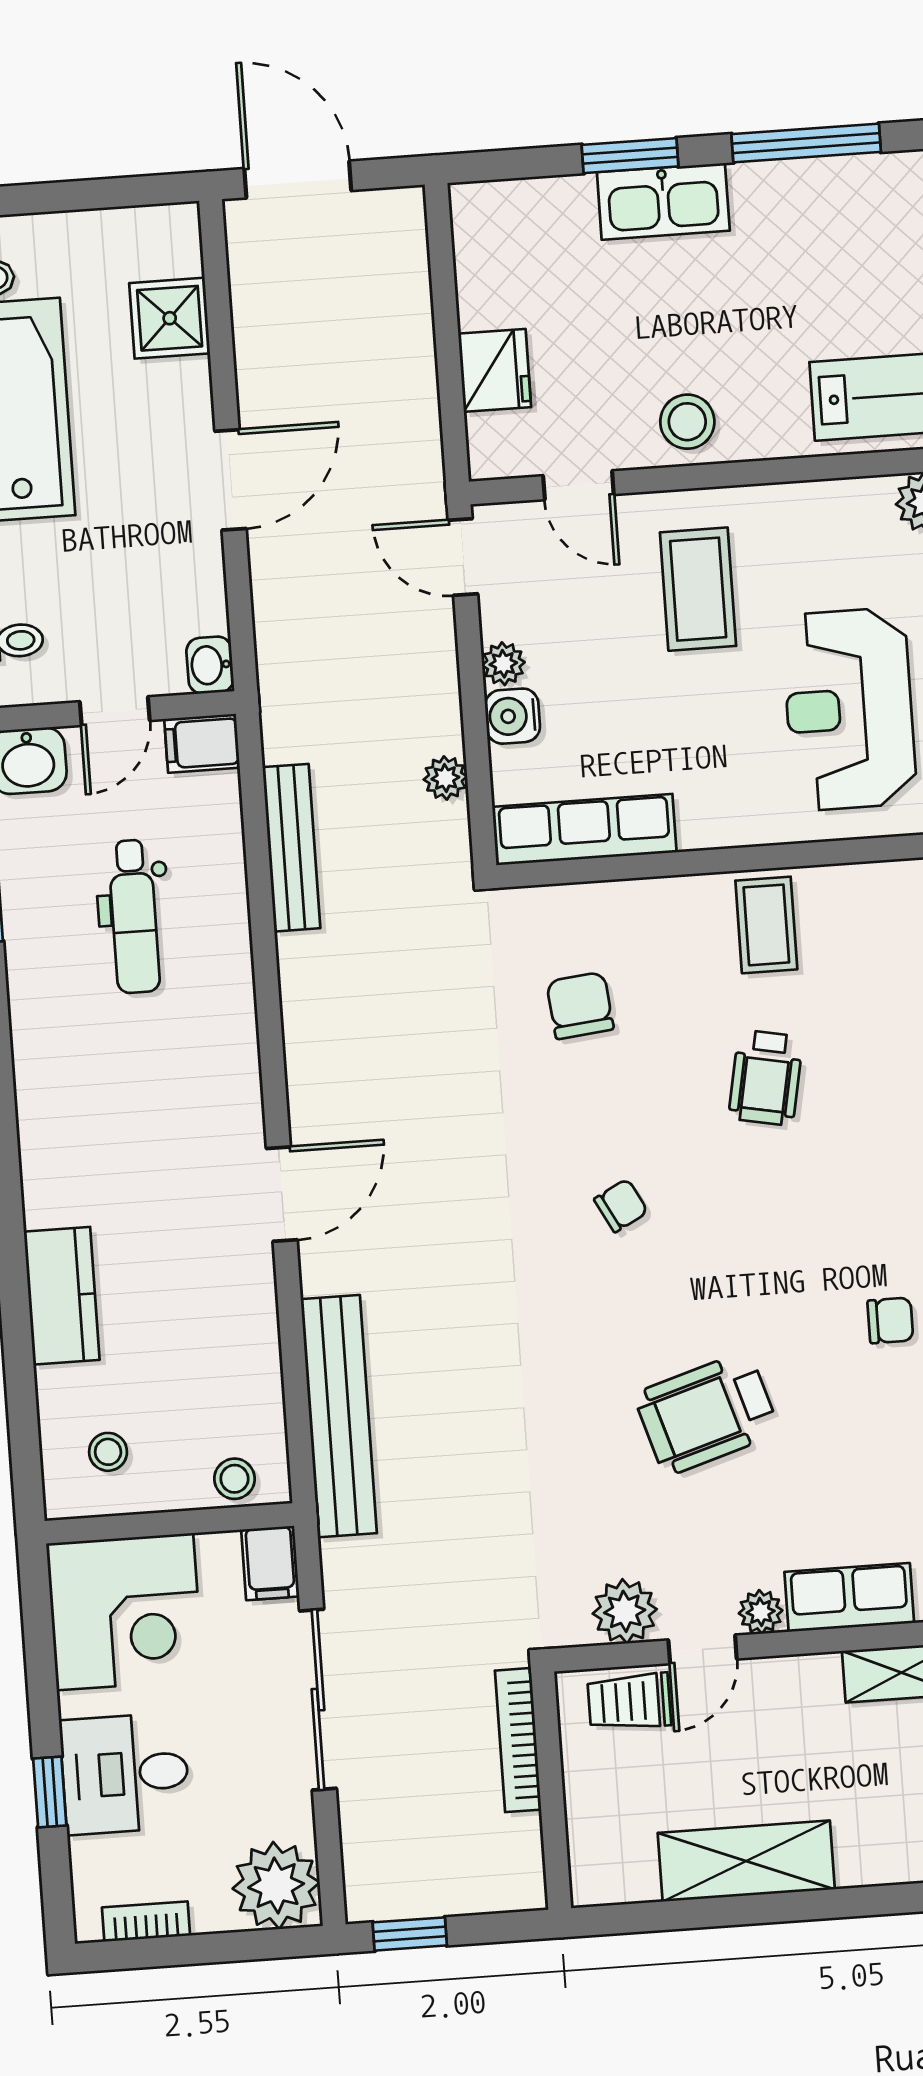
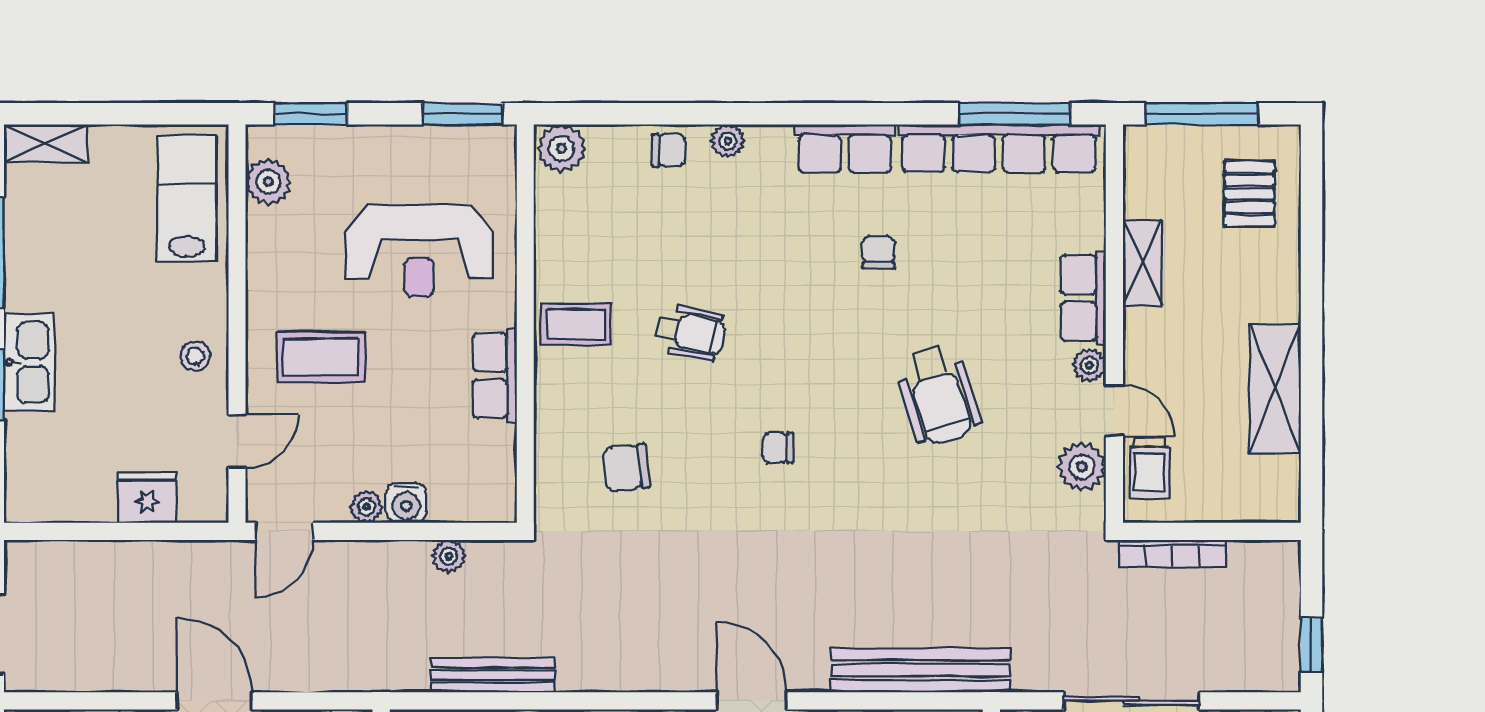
stool: (687, 422) -> (195, 356), width x0.73, depth x0.73
row of seats: (584, 830) -> (495, 376), moved, width x0.68
chair: (621, 1206) -> (778, 448), turned -62

